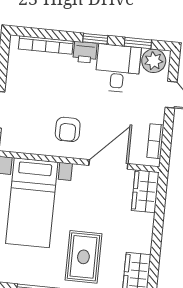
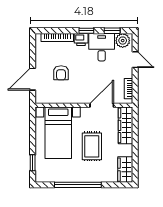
armchair: (68, 129) -> (61, 73), moved
wardrobe: (145, 191) -> (125, 125), width x1.50
rug: (83, 257) -> (92, 146), moved

